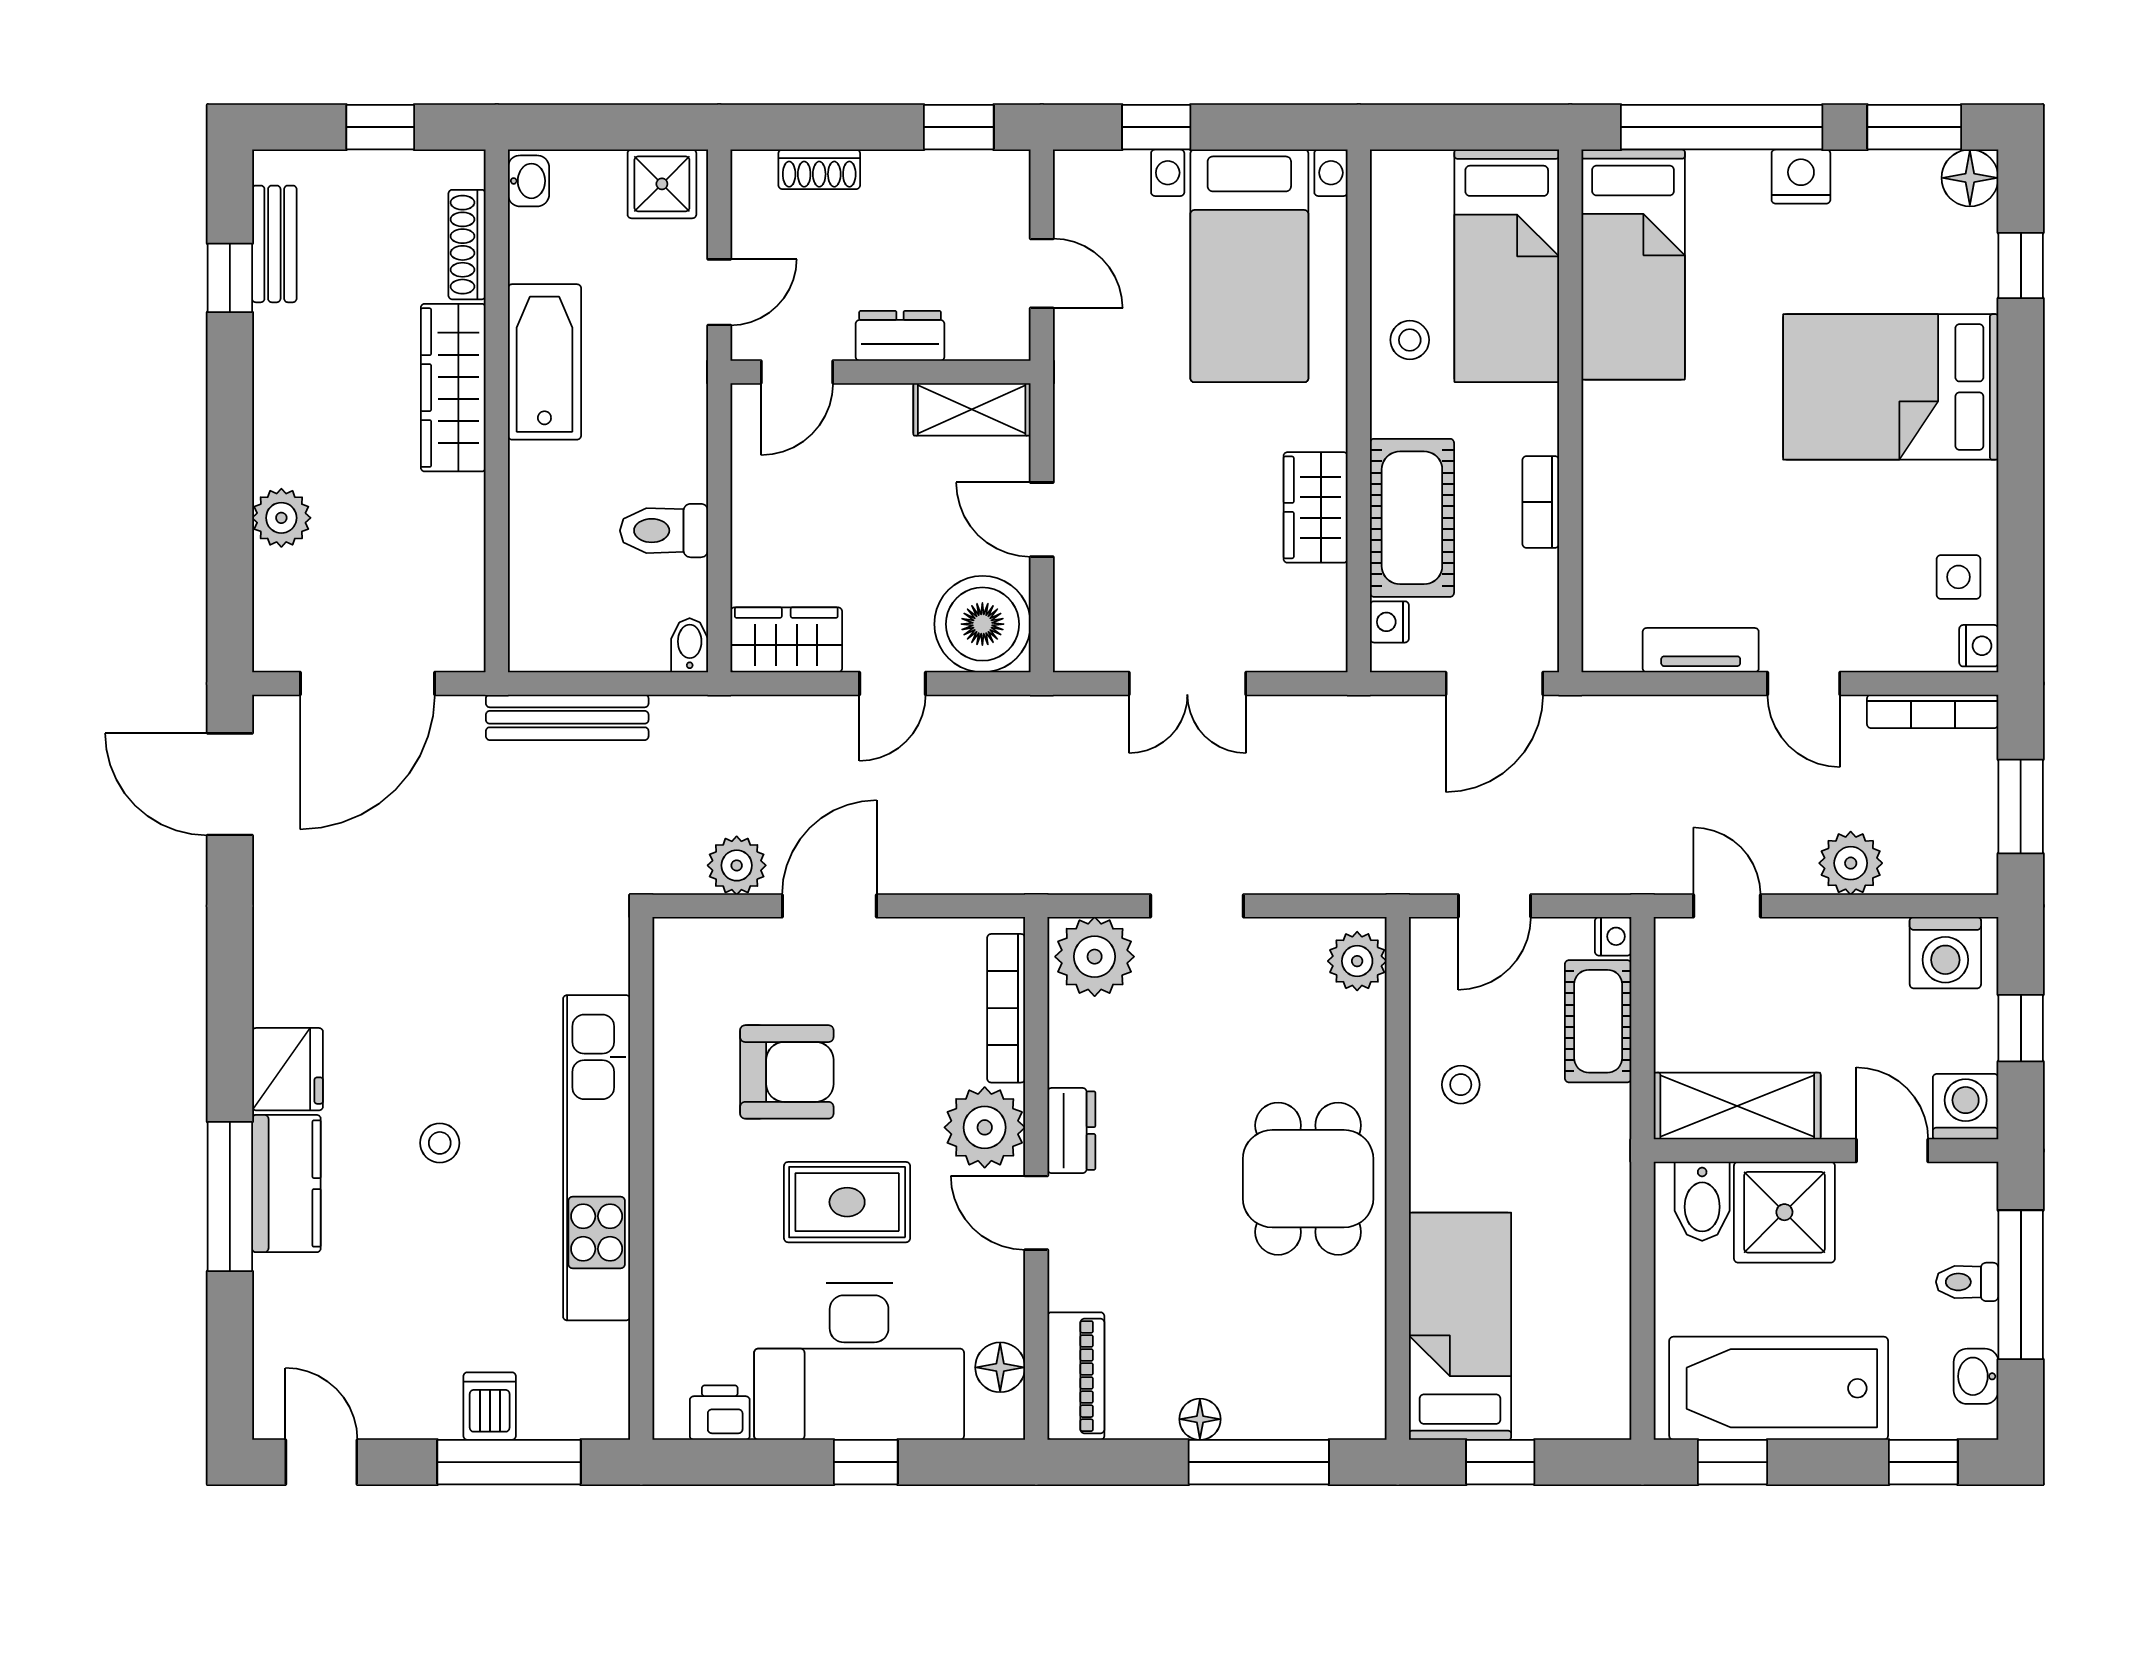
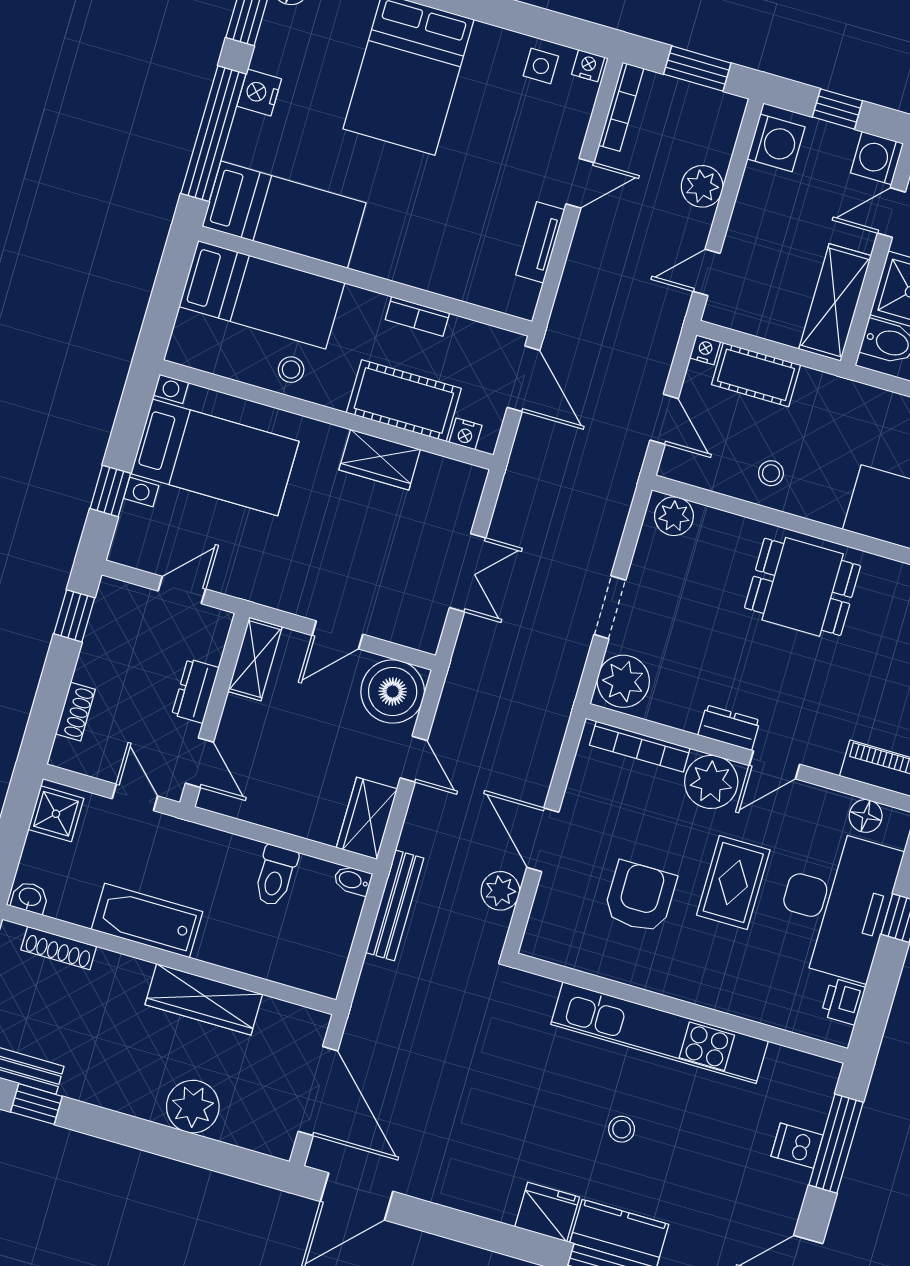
wardrobe: (453, 388) -> (204, 999), moved
plant: (281, 518) -> (193, 1107), width x1.36, depth x1.36
bench: (567, 717) -> (395, 905), moved

